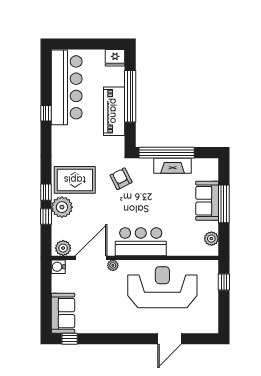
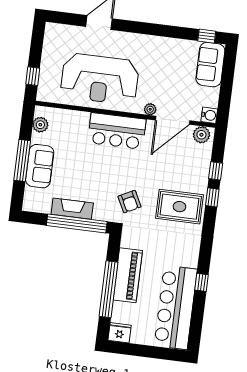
plant: (62, 207) -> (197, 179), removed

